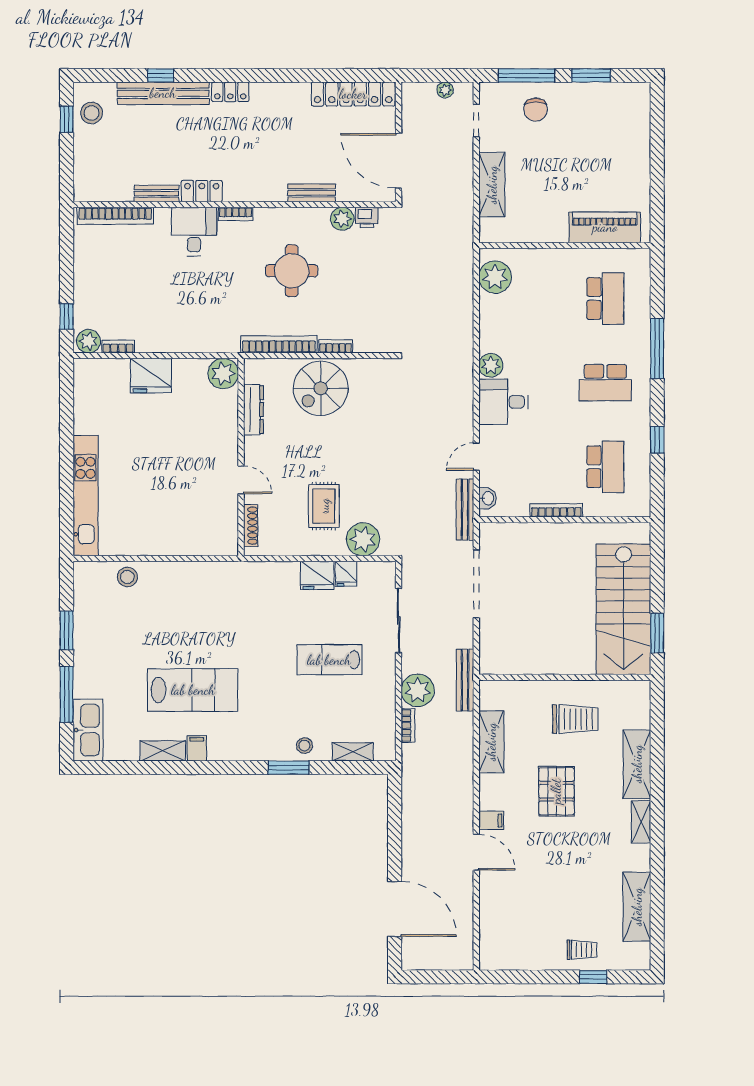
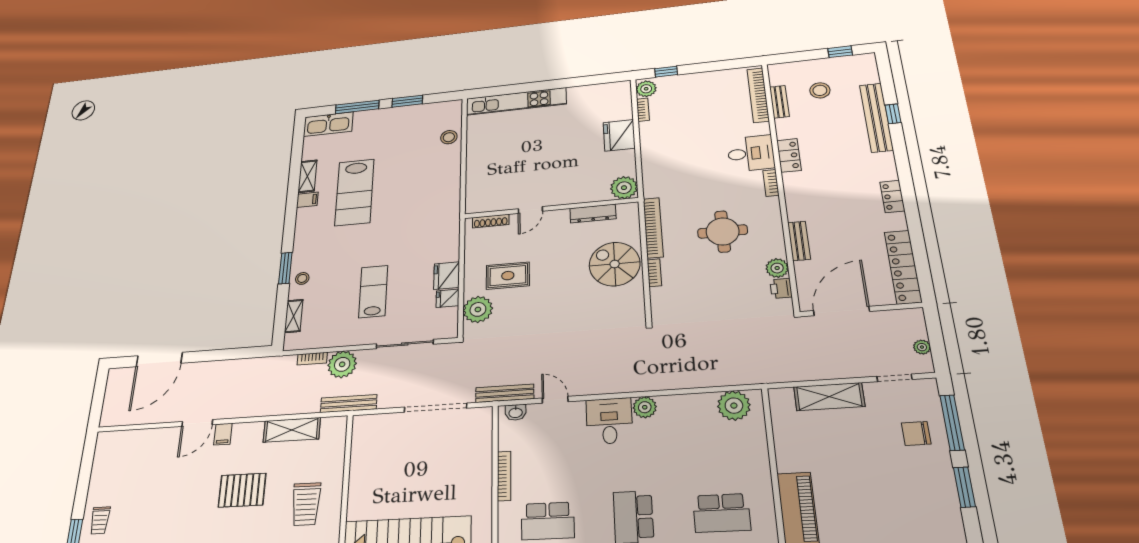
locker: (230, 92) -> (892, 196), moved
stool: (92, 113) -> (820, 90), moved
bench: (156, 193) -> (779, 102), moved

